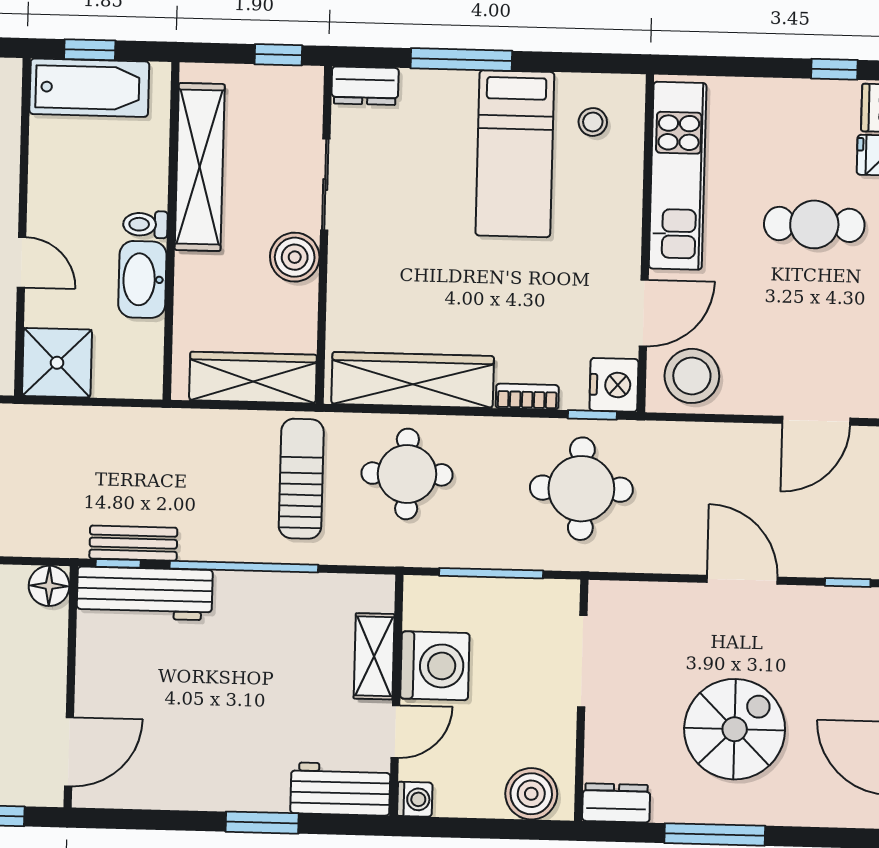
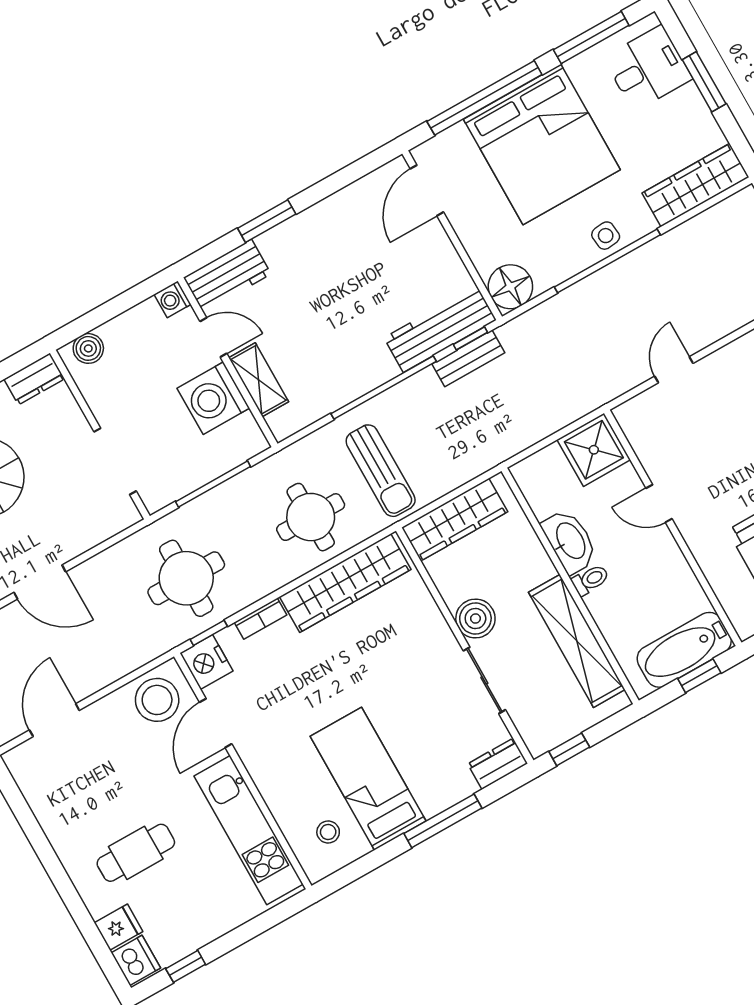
floor lamp: (49, 586) -> (510, 287), width x1.38, depth x1.38
door: (395, 732) -> (213, 337), swing flipped
boiler: (531, 794) -> (88, 348), width x0.73, depth x0.73

